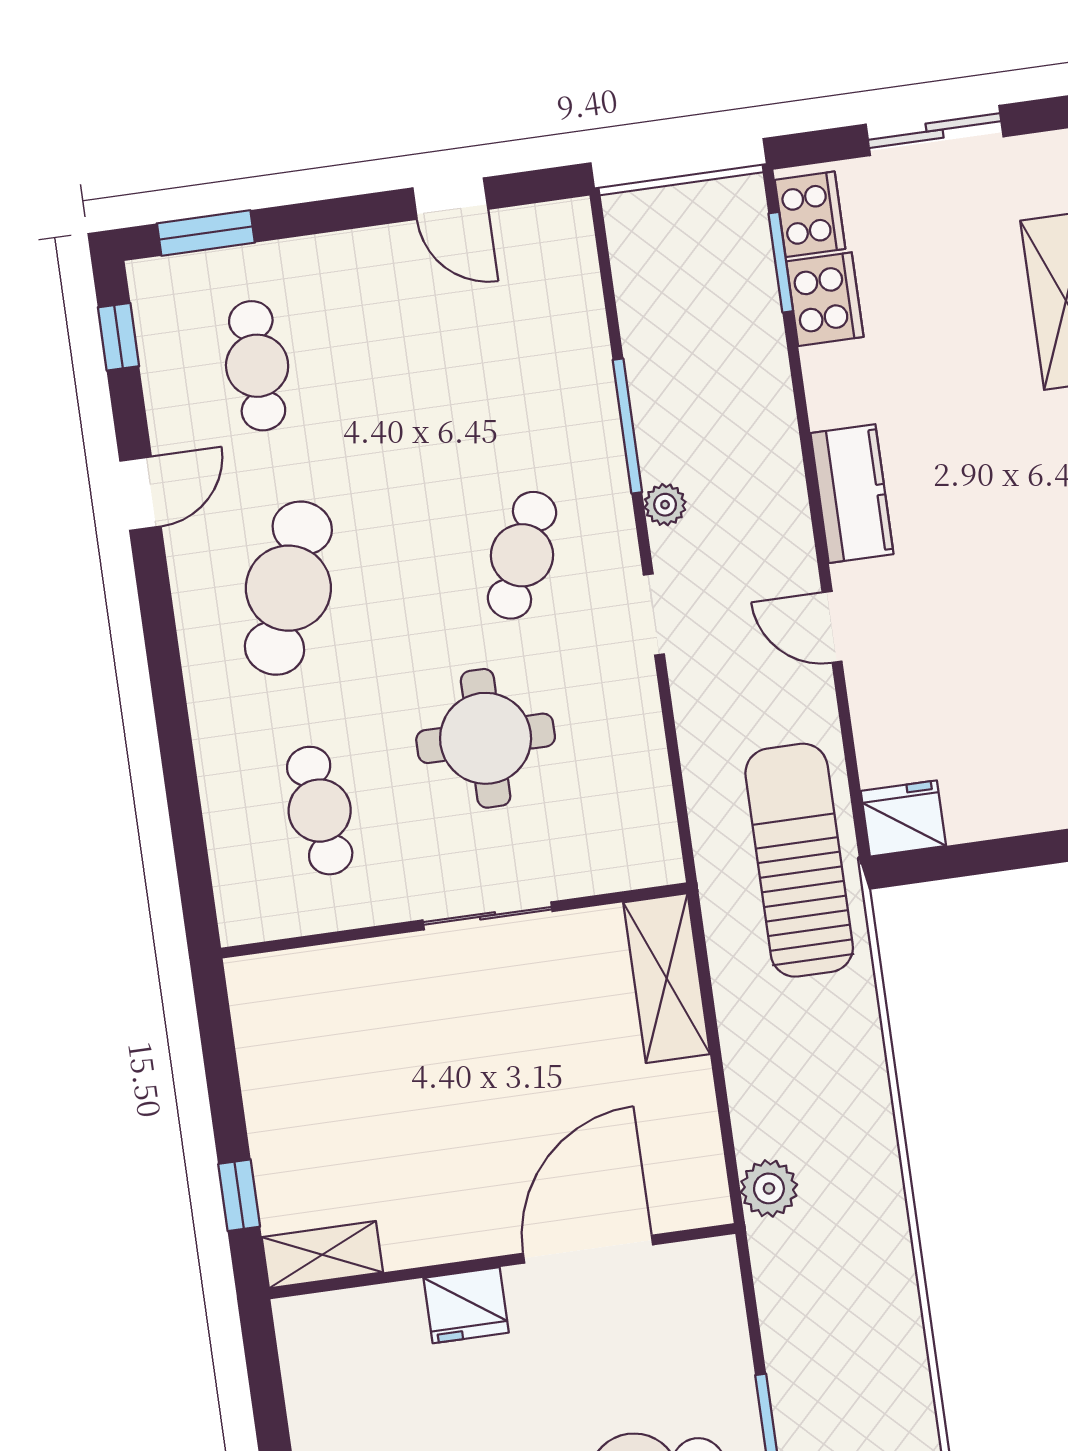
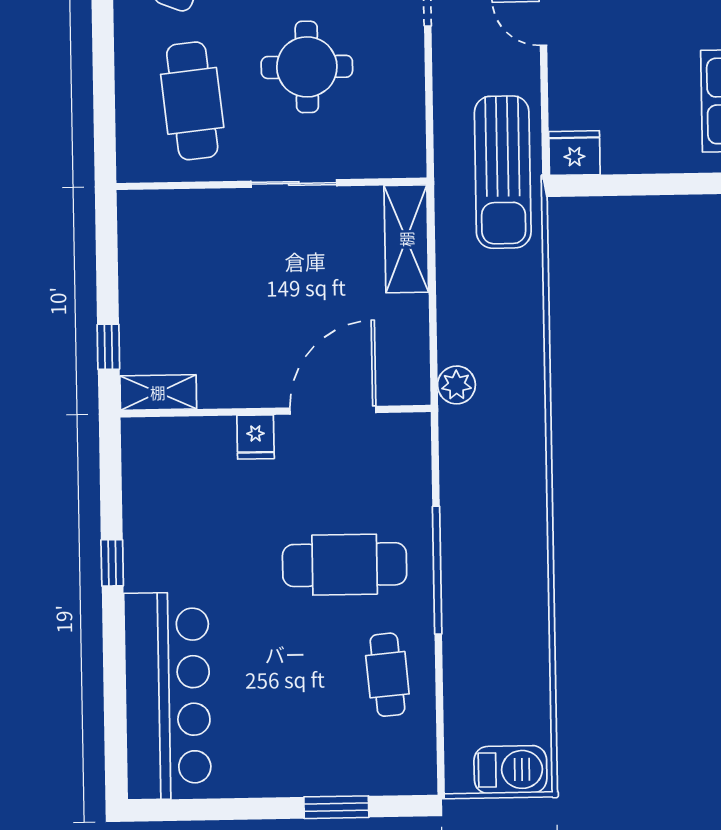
cafe table: (320, 811) -> (192, 101), width x1.37, depth x1.35
sun lounger: (799, 860) -> (503, 172), turned 180
fridge: (466, 1305) -> (256, 437), width x0.72

